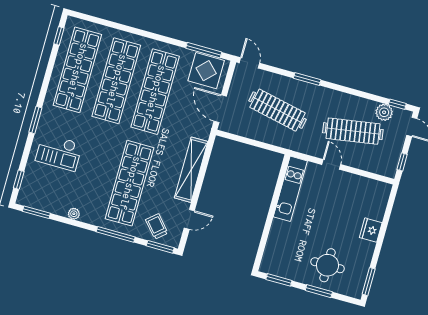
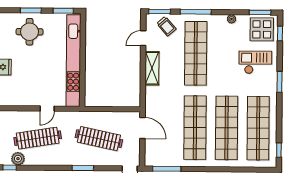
display table: (206, 71) -> (262, 29), moved
door: (331, 164) -> (47, 109), hinge flipped
shelving: (191, 170) -> (152, 68), width x0.68
kitchen unit: (290, 189) -> (73, 61), width x1.86

